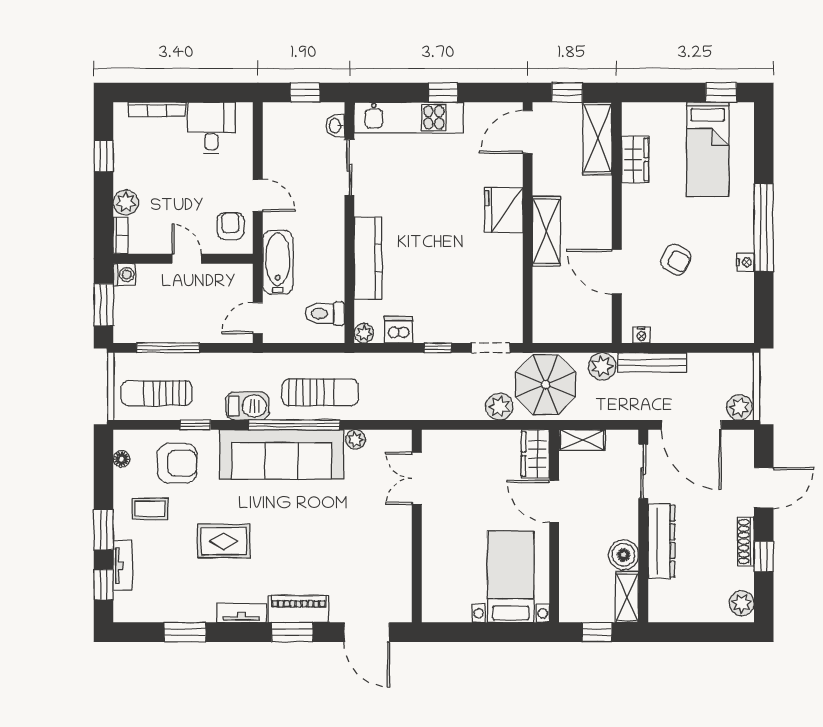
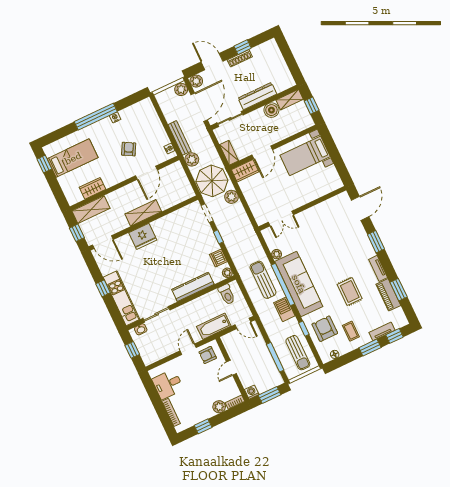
plant: (742, 603) -> (196, 81), moved
piano: (299, 609) -> (388, 295), moved

